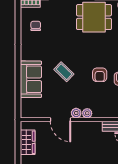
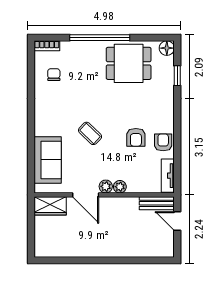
sofa: (31, 79) -> (48, 160), moved
wardrobe: (28, 142) -> (50, 206), moved, turned 90

